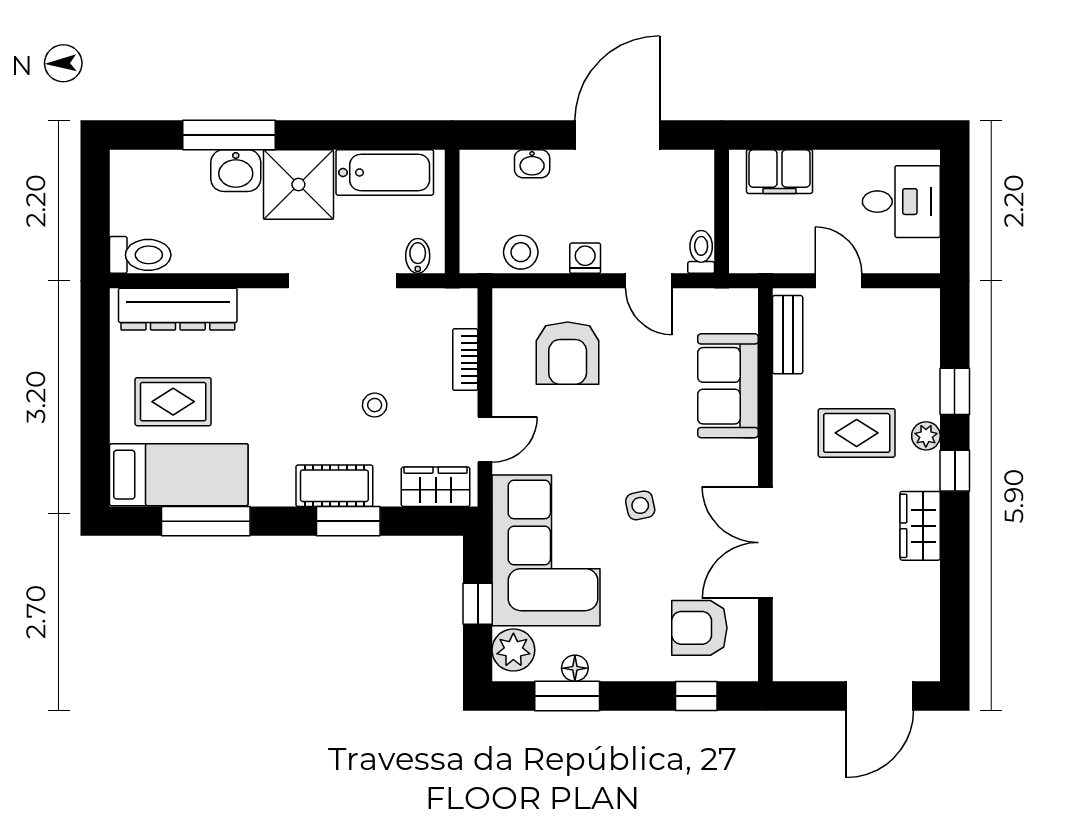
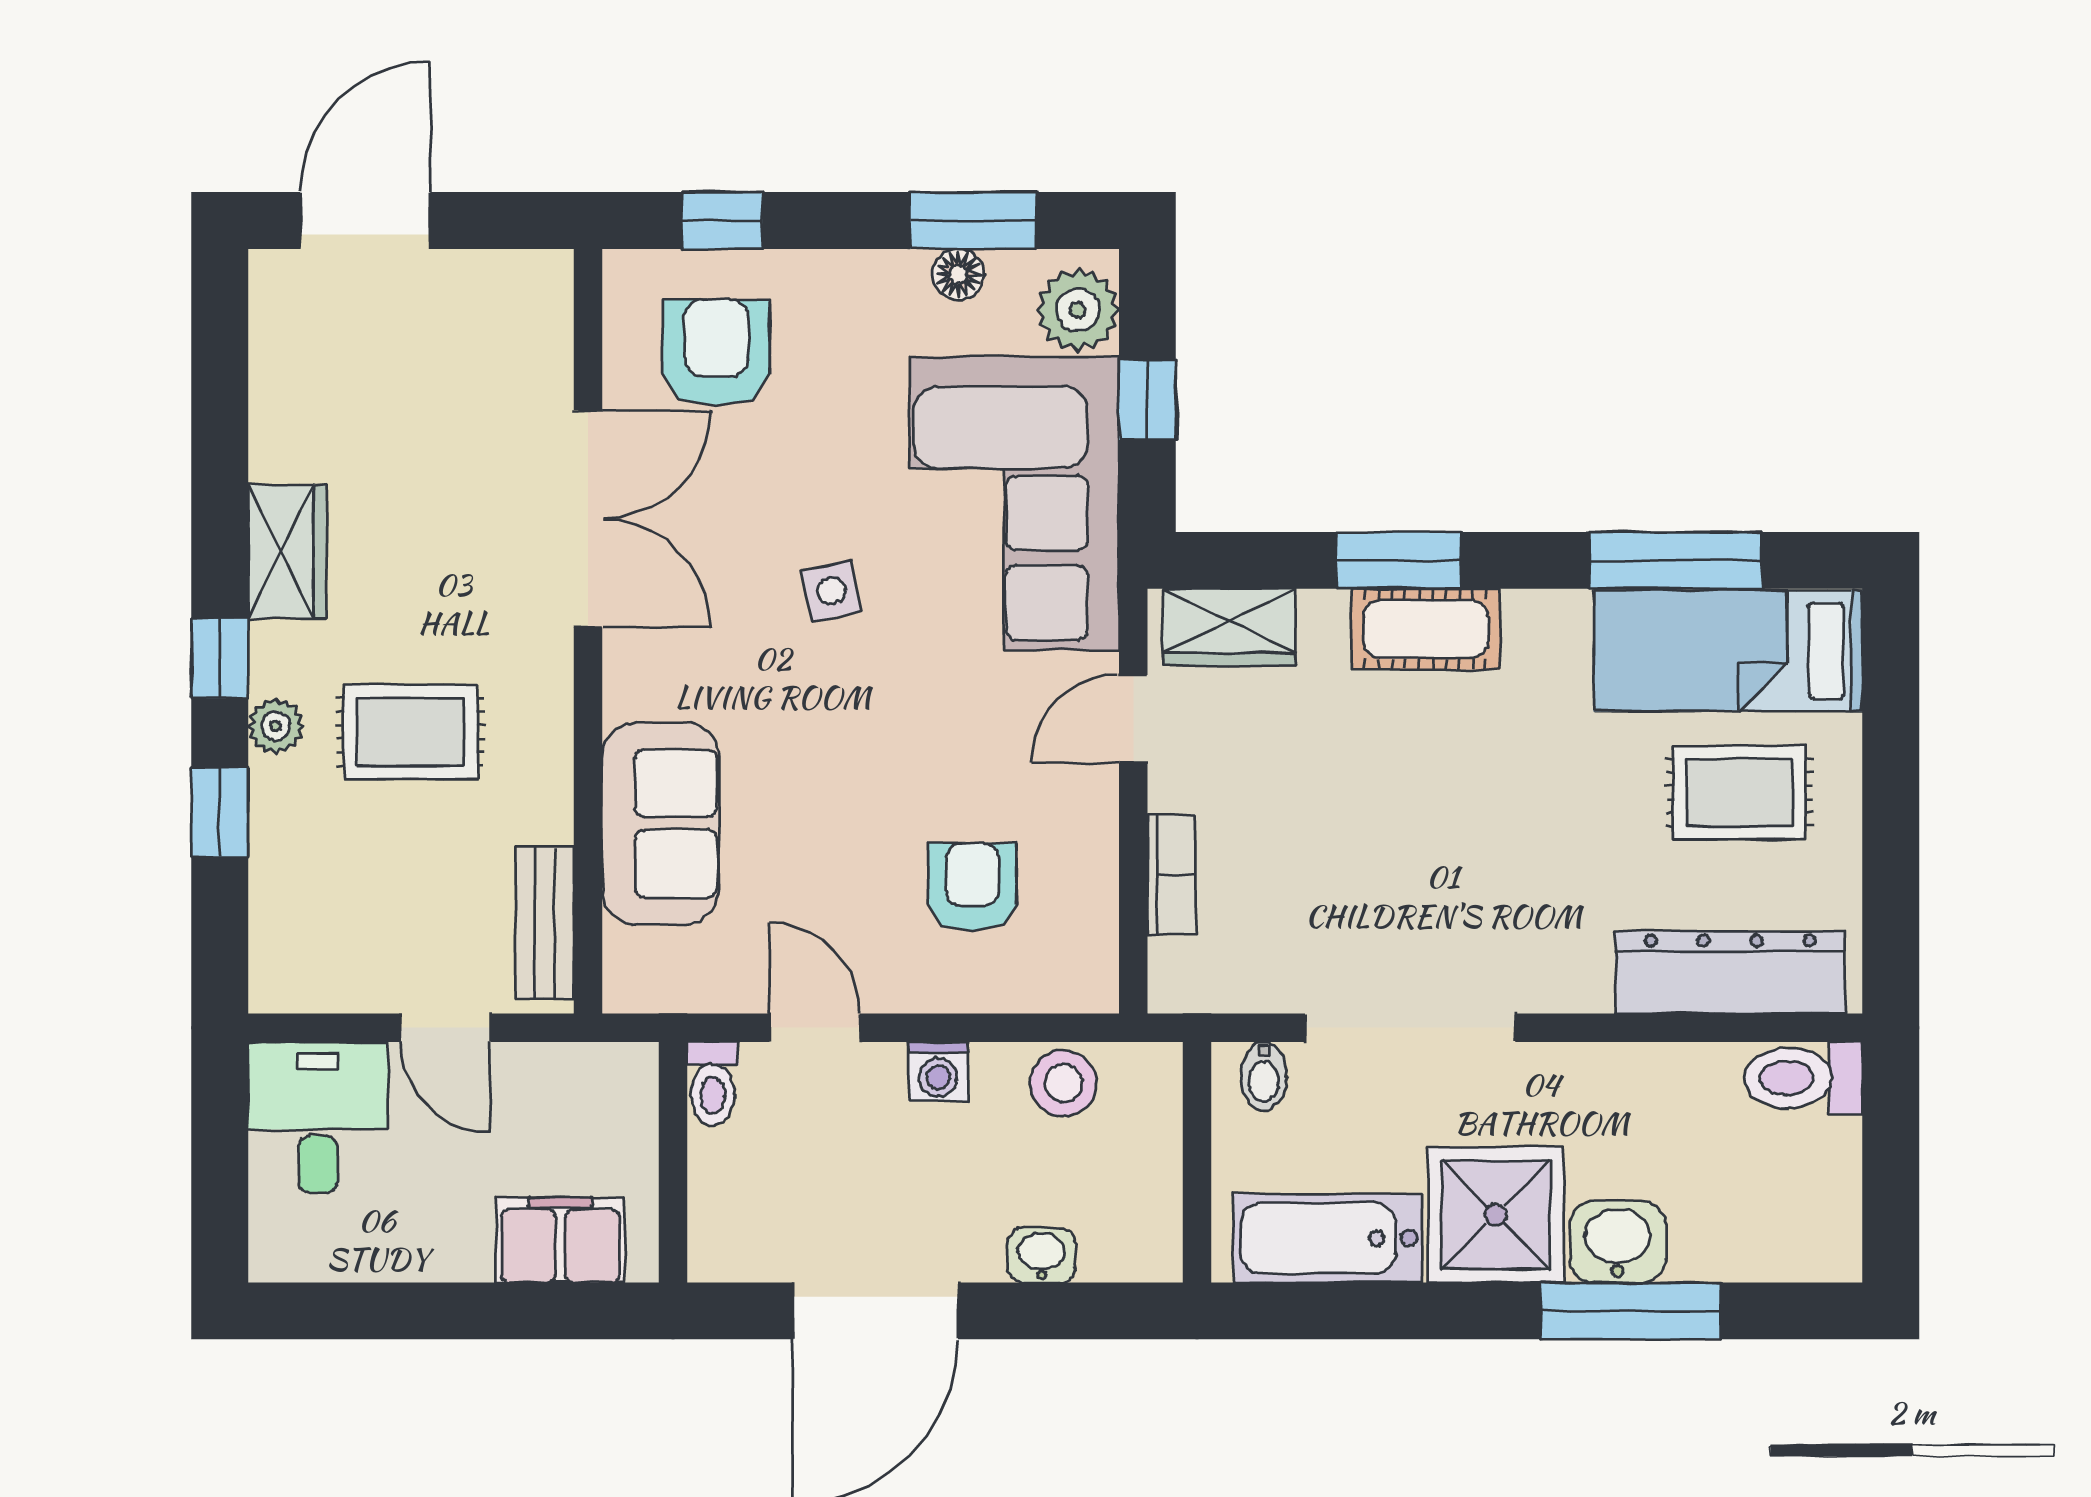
desk: (901, 202) -> (318, 1117), moved, turned 90
armchair: (568, 353) -> (972, 887), width x0.72, depth x0.72
stool: (375, 405) -> (1348, 786), removed
armchair: (699, 628) -> (716, 353), turned -90

